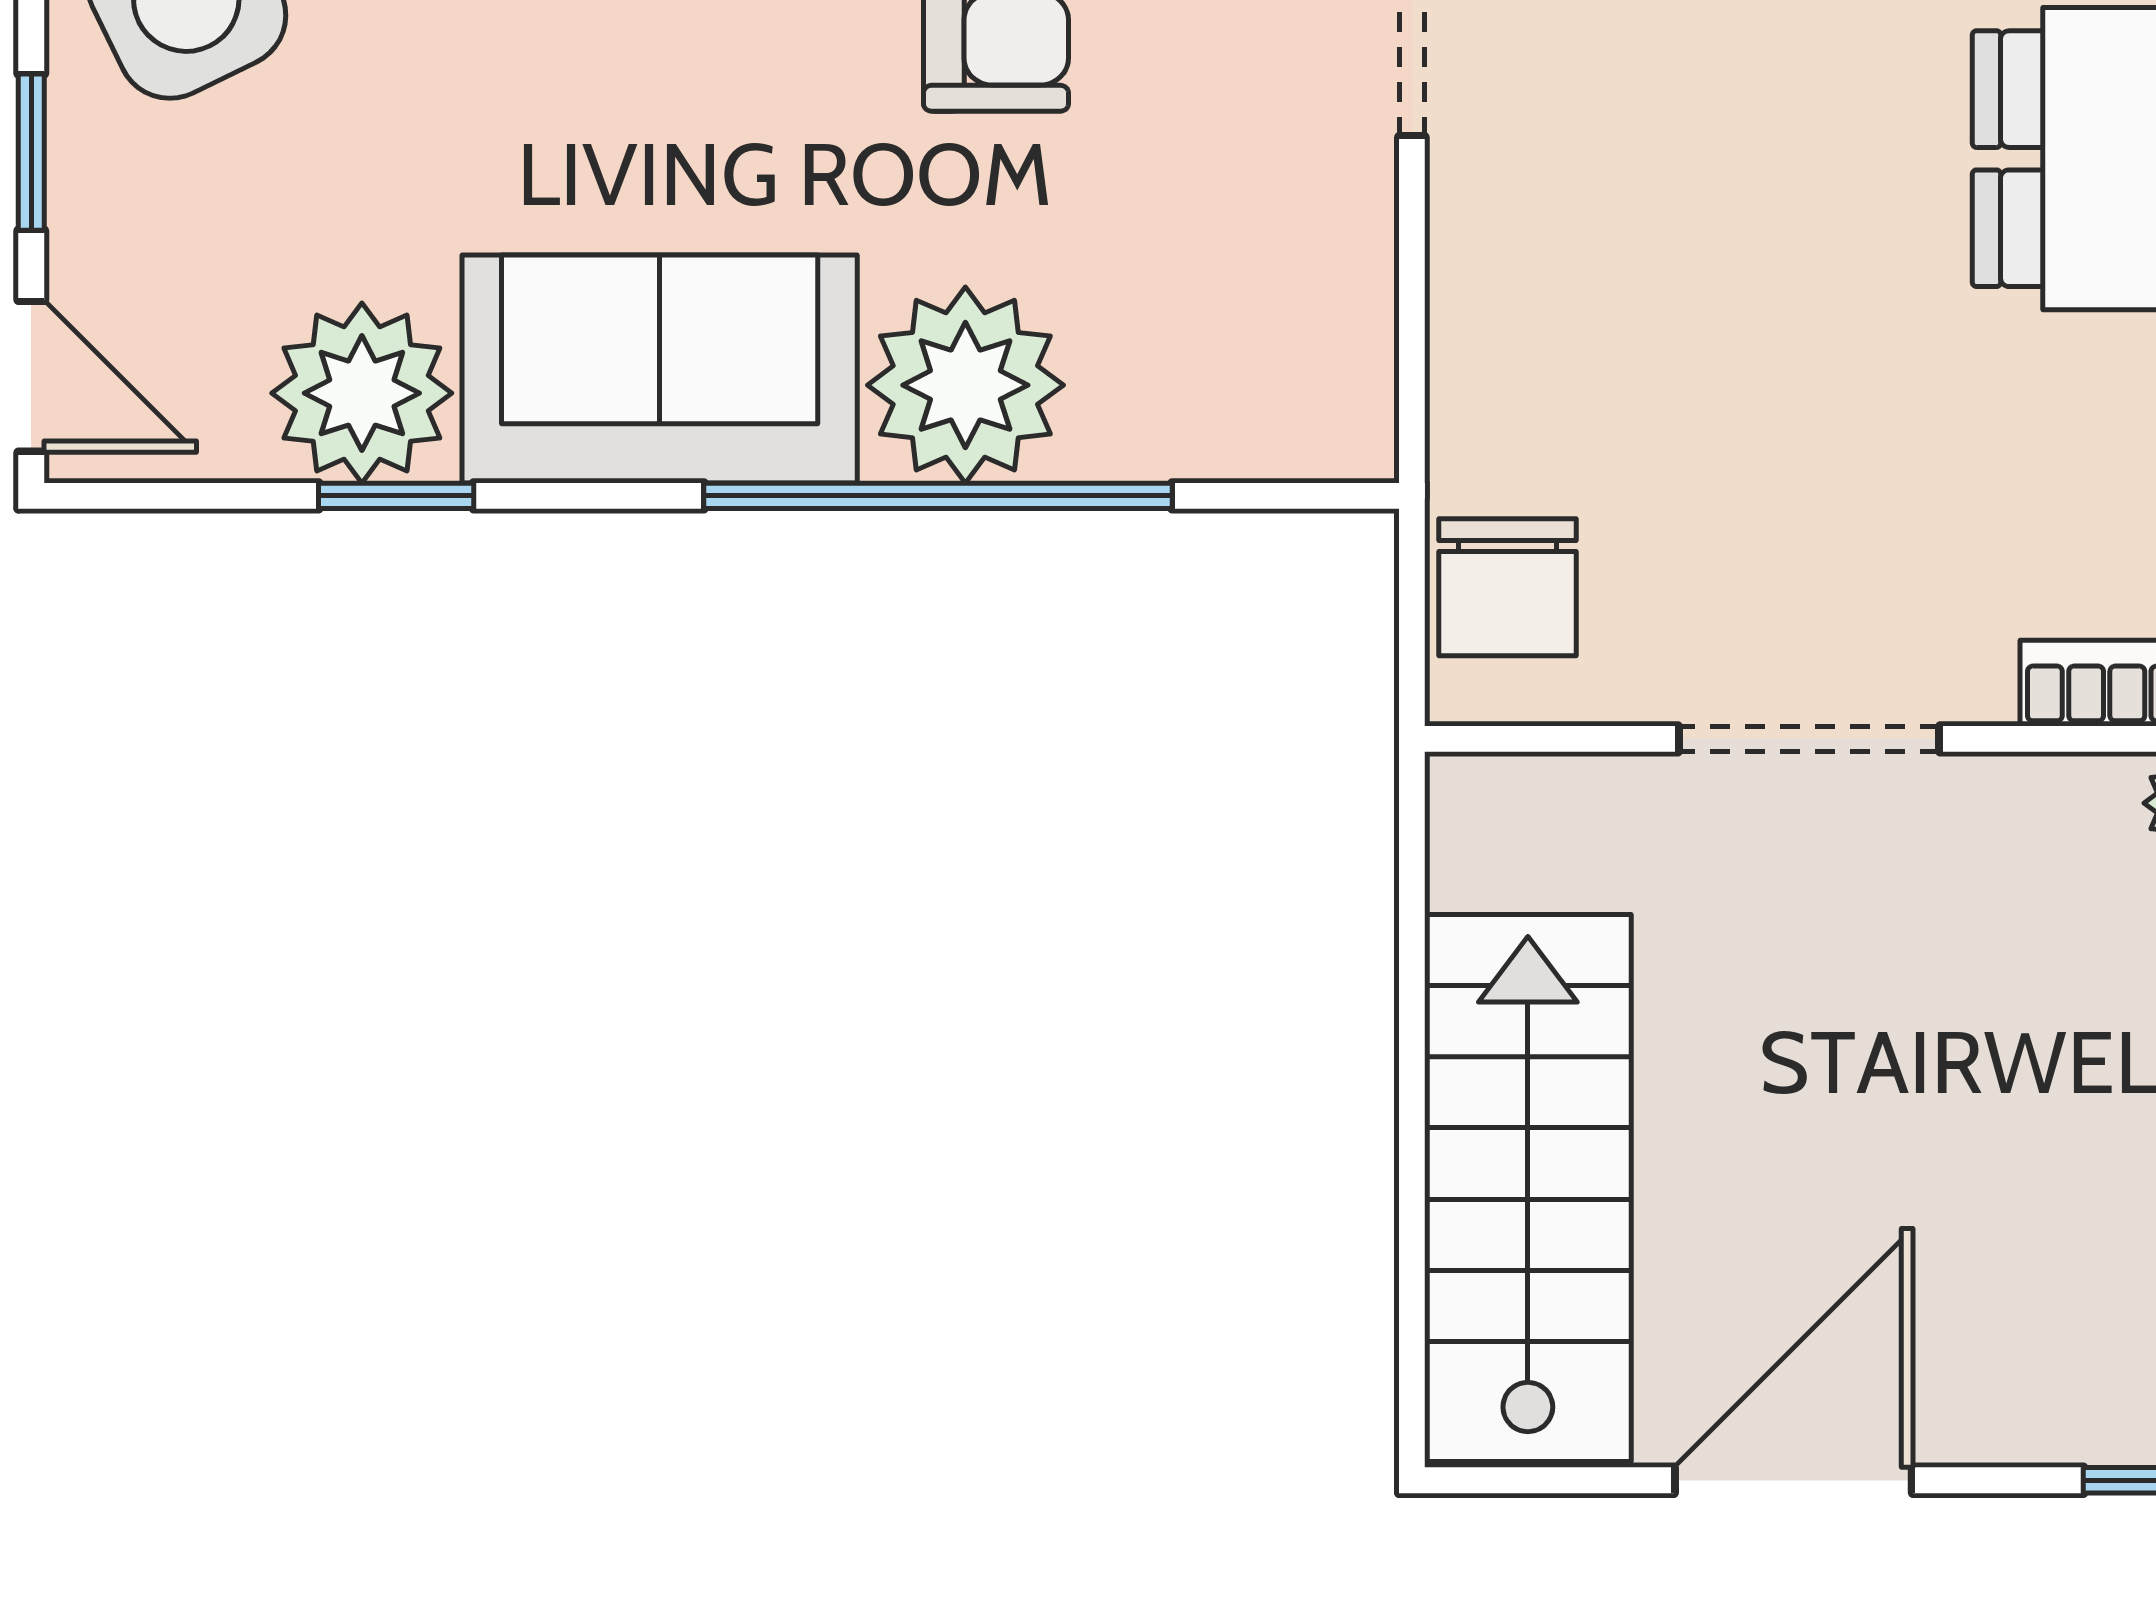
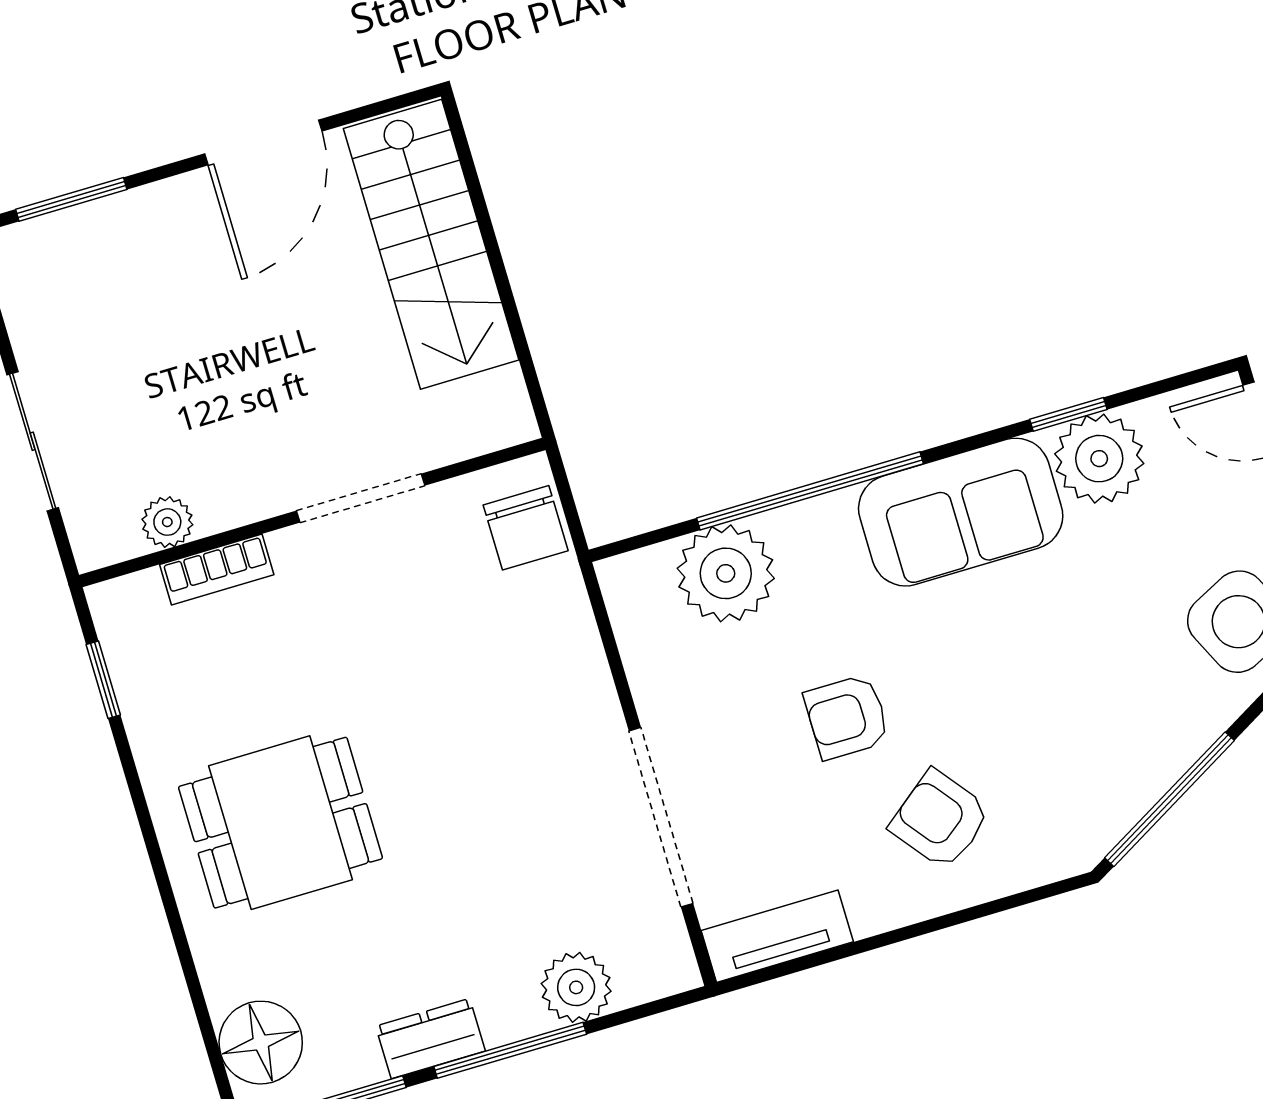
plant: (965, 385) -> (726, 573), moved
chair: (1508, 587) -> (526, 528), turned 180

